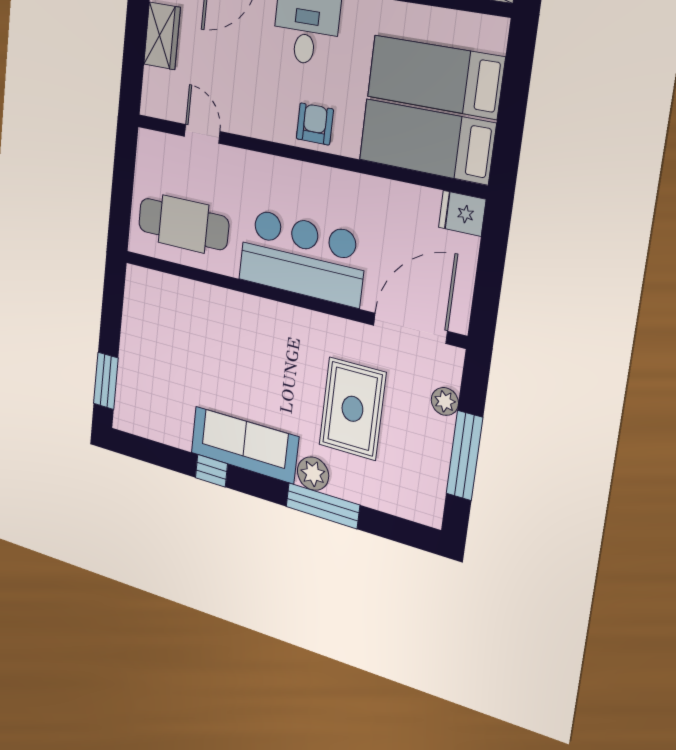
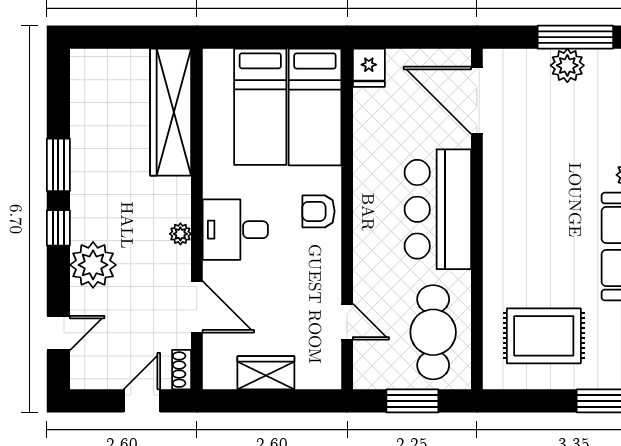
door: (202, 134) -> (347, 322), swing flipped
window: (122, 188) -> (412, 401), added
plant: (445, 401) -> (567, 65), moved, width x1.38, depth x1.38
rug: (352, 409) -> (544, 336), moved

